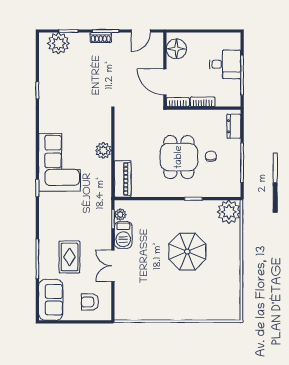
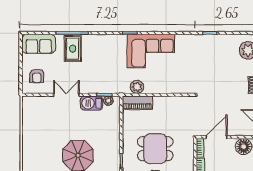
plant: (103, 150) -> (137, 87), moved
rug: (69, 257) -> (73, 49), moved, turned 90
armchair: (90, 302) -> (37, 76), turned 180

